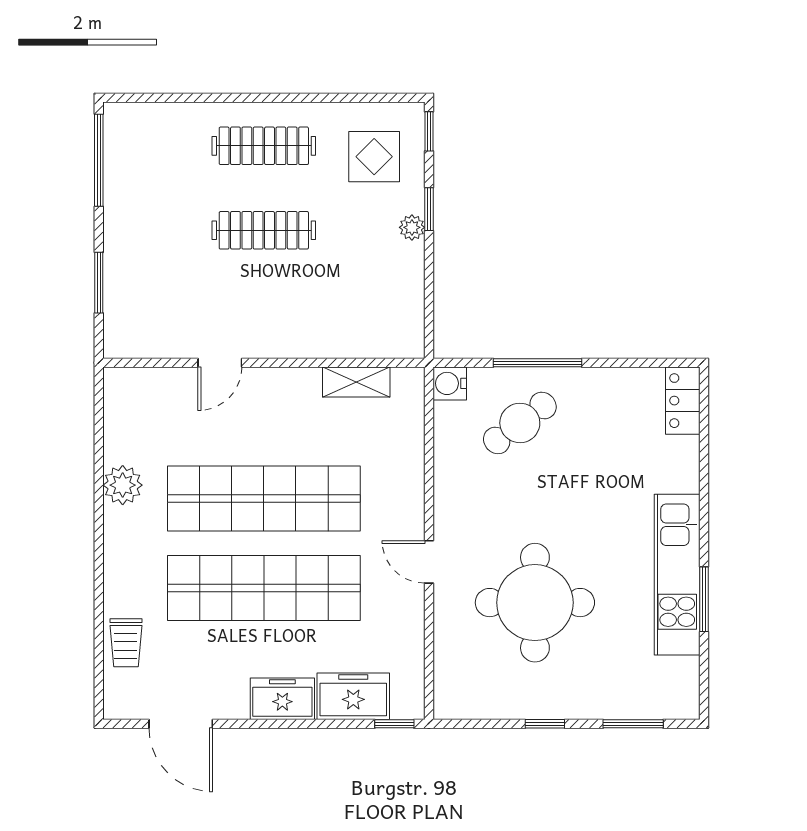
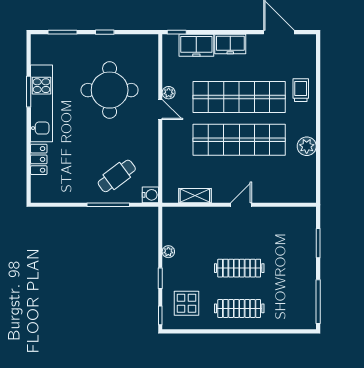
plant: (412, 227) -> (168, 252), moved
door: (220, 363) -> (241, 205), moved
locker: (683, 401) -> (39, 159), moved
plant: (411, 597) -> (169, 93), added
trolley: (126, 643) -> (301, 90), moved

